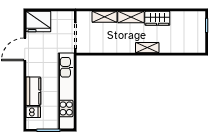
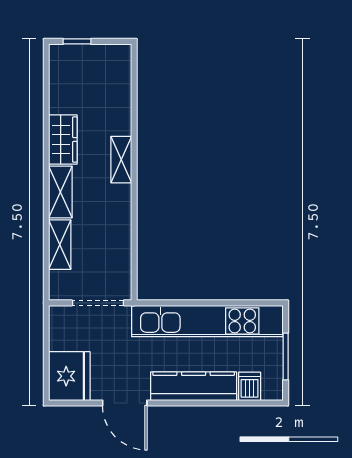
kitchen counter: (33, 91) -> (194, 386), width x1.50

